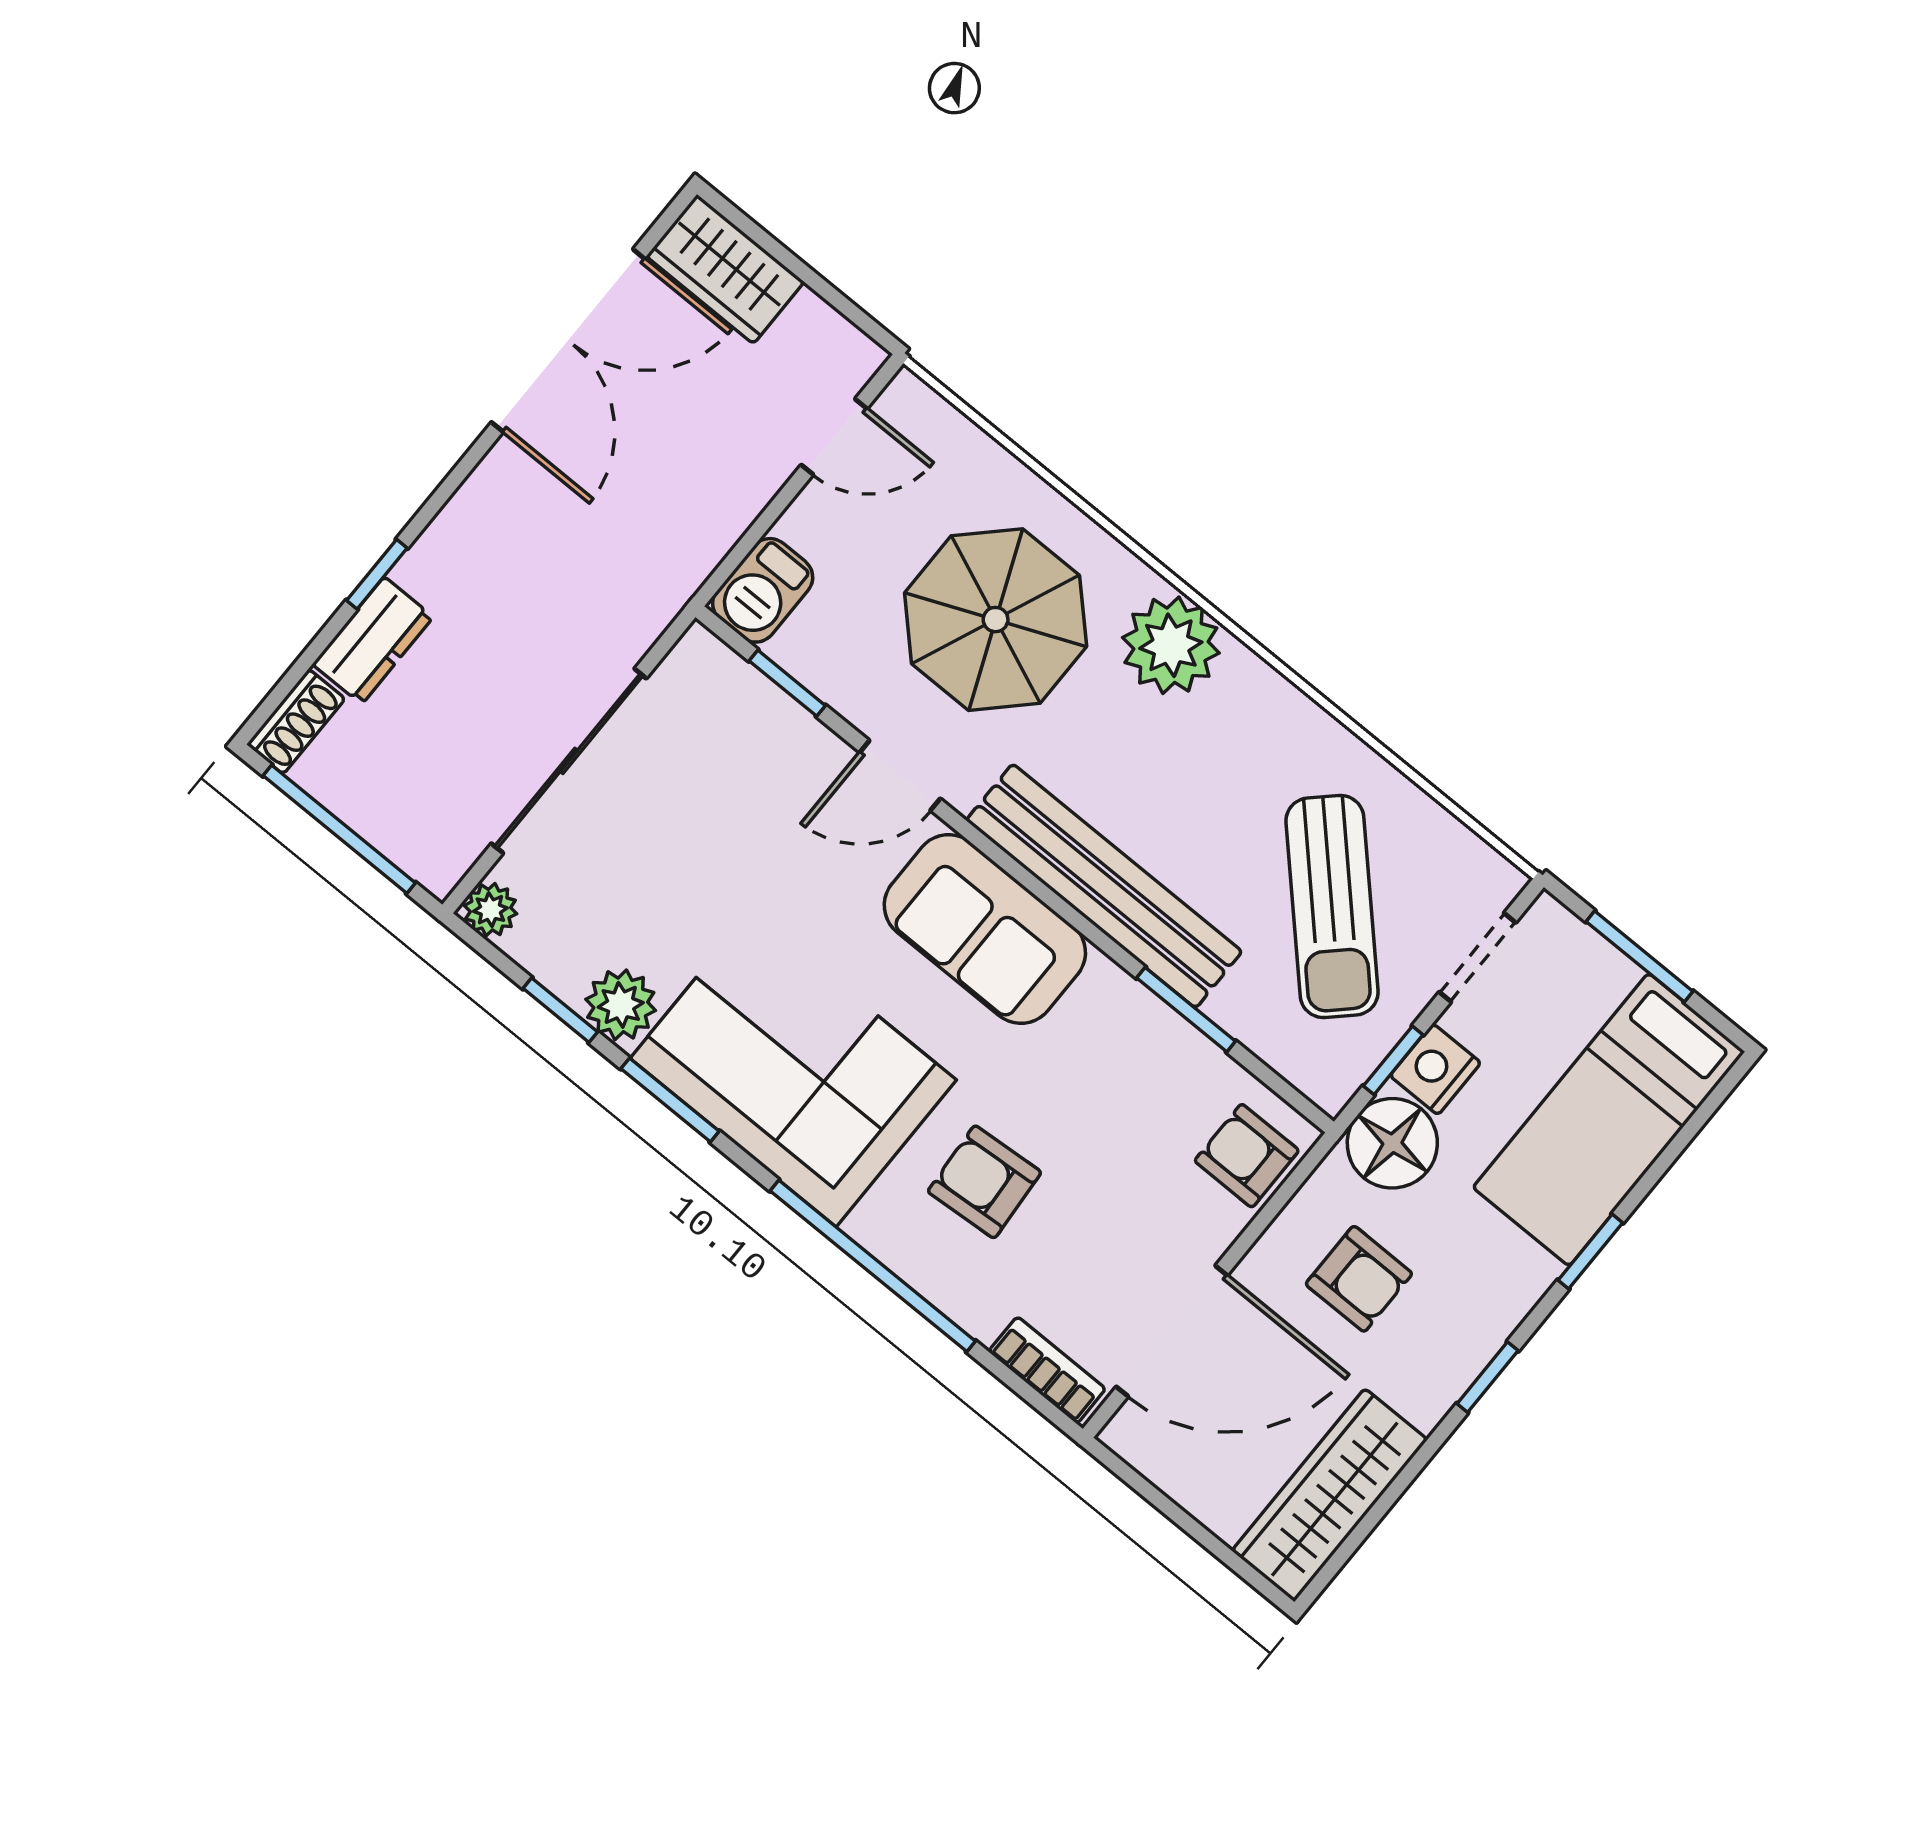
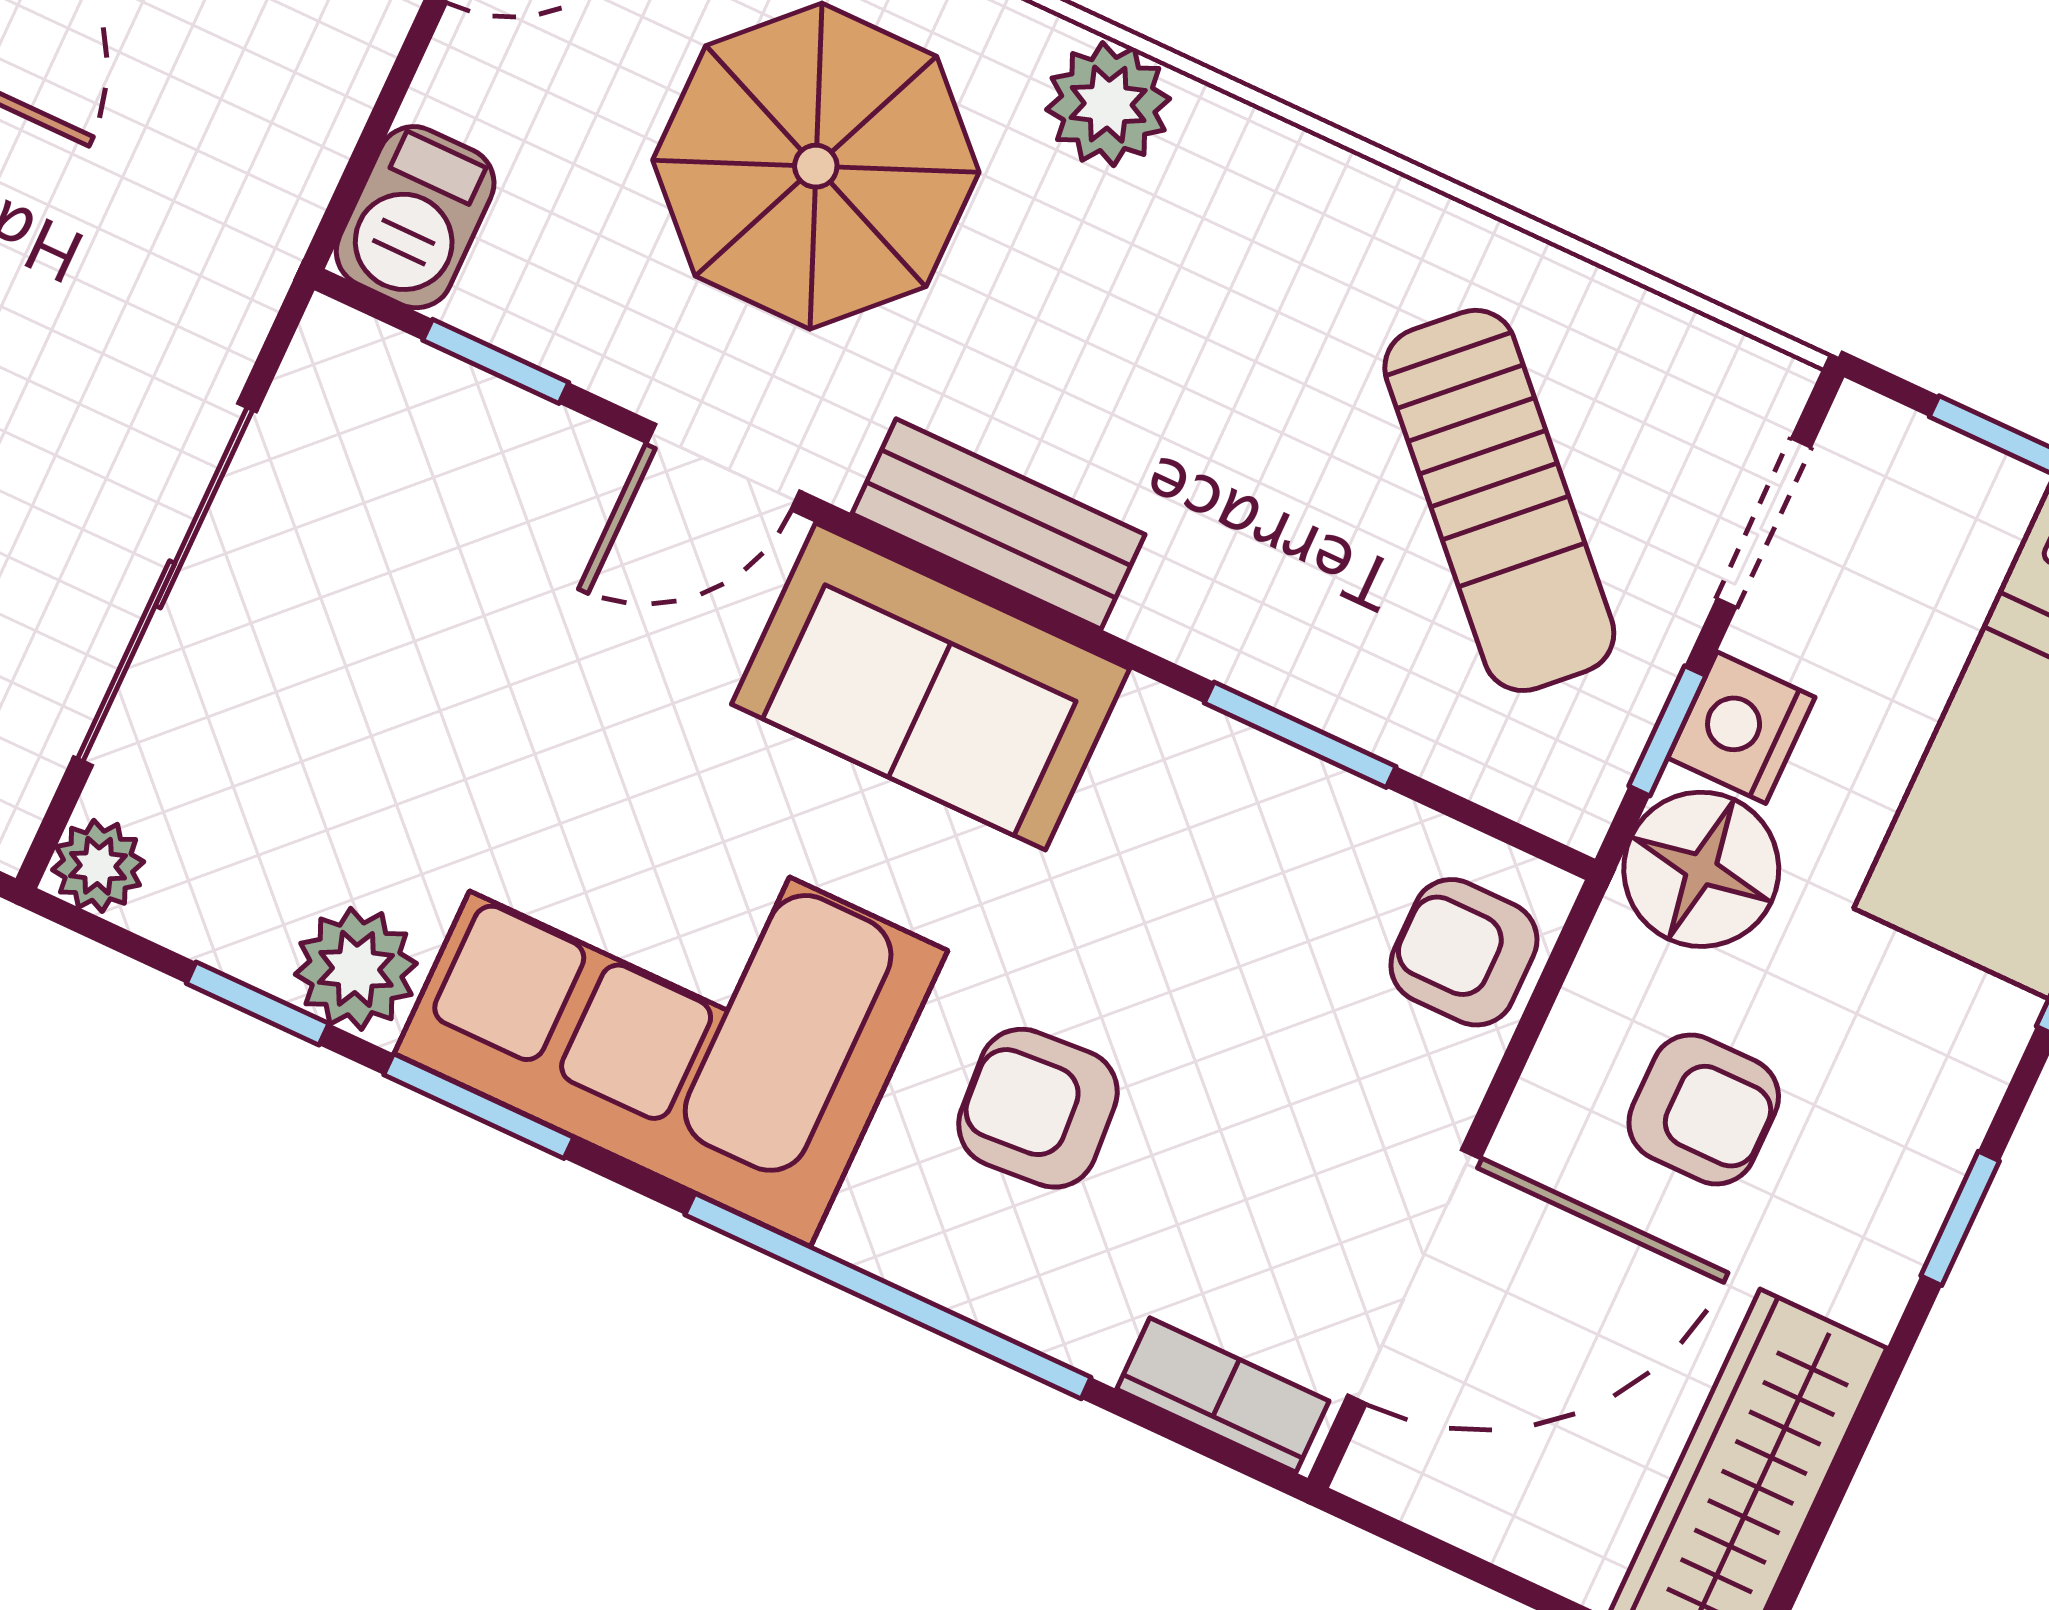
plant: (1171, 645) -> (1108, 104), width x0.73, depth x0.73
bench: (1104, 886) -> (998, 524), width x0.54, depth x0.82

